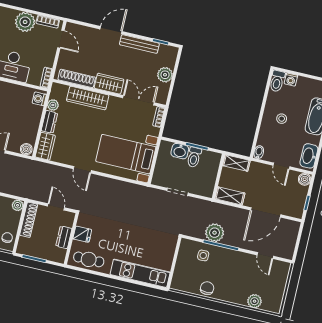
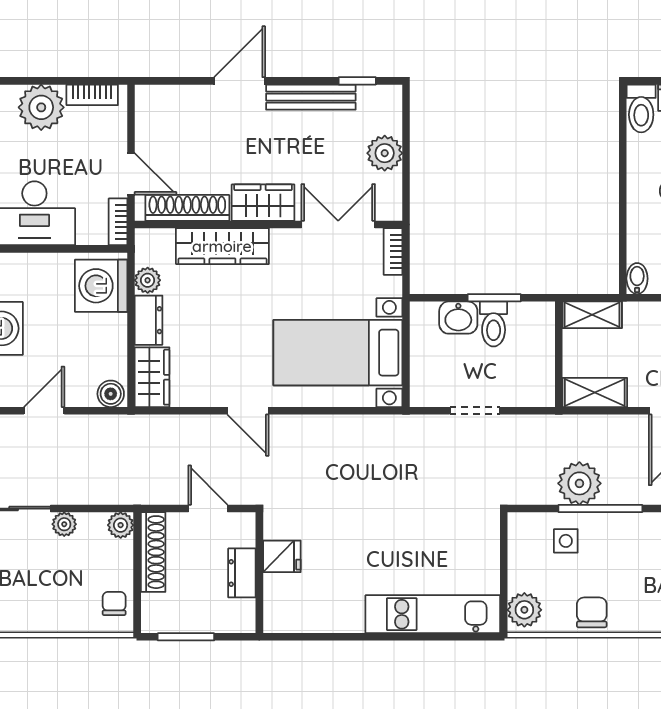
door: (61, 39) -> (131, 174), moved
washing machine: (39, 99) -> (101, 286), width x1.89, depth x1.89
cafe table: (89, 259) -> (309, 610), removed
plant: (179, 280) -> (524, 610), added

